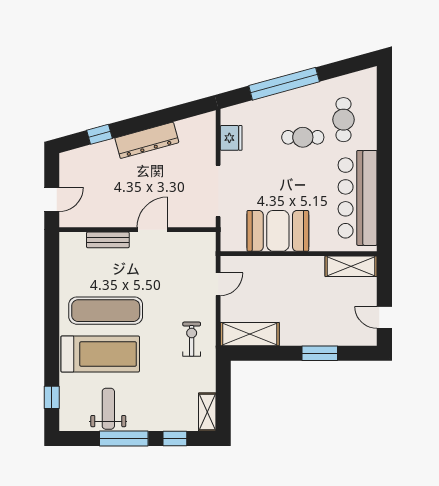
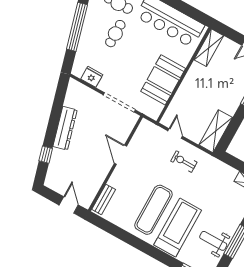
bench: (108, 240) -> (104, 199), moved
exercise bike: (192, 339) -> (184, 162), moved

